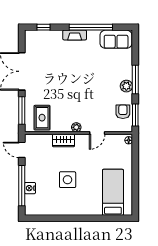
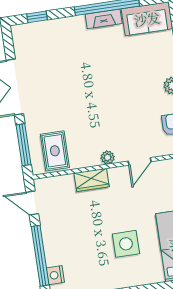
fireplace: (75, 35) -> (104, 19), moved
side table: (68, 180) -> (126, 244), moved
nightstand: (30, 188) -> (55, 275), moved

